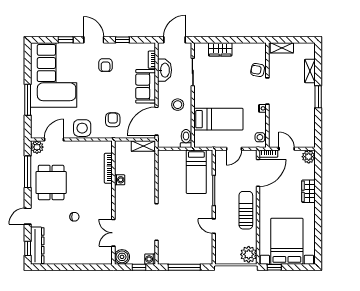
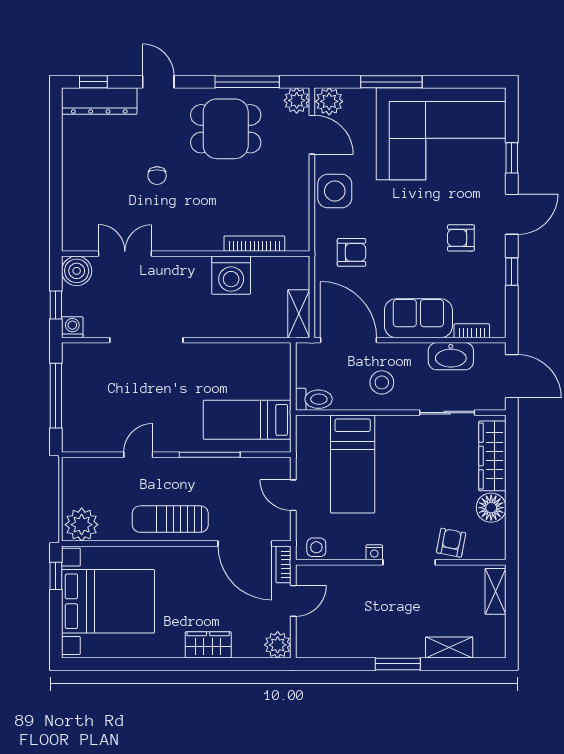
wardrobe: (220, 49) -> (492, 456), width x1.50
floor lamp: (240, 50) -> (491, 508), added
plant: (37, 131) -> (329, 101), added
washing machine: (120, 180) -> (231, 275), width x1.89, depth x1.89
sun lounger: (246, 210) -> (170, 519), turned 180

